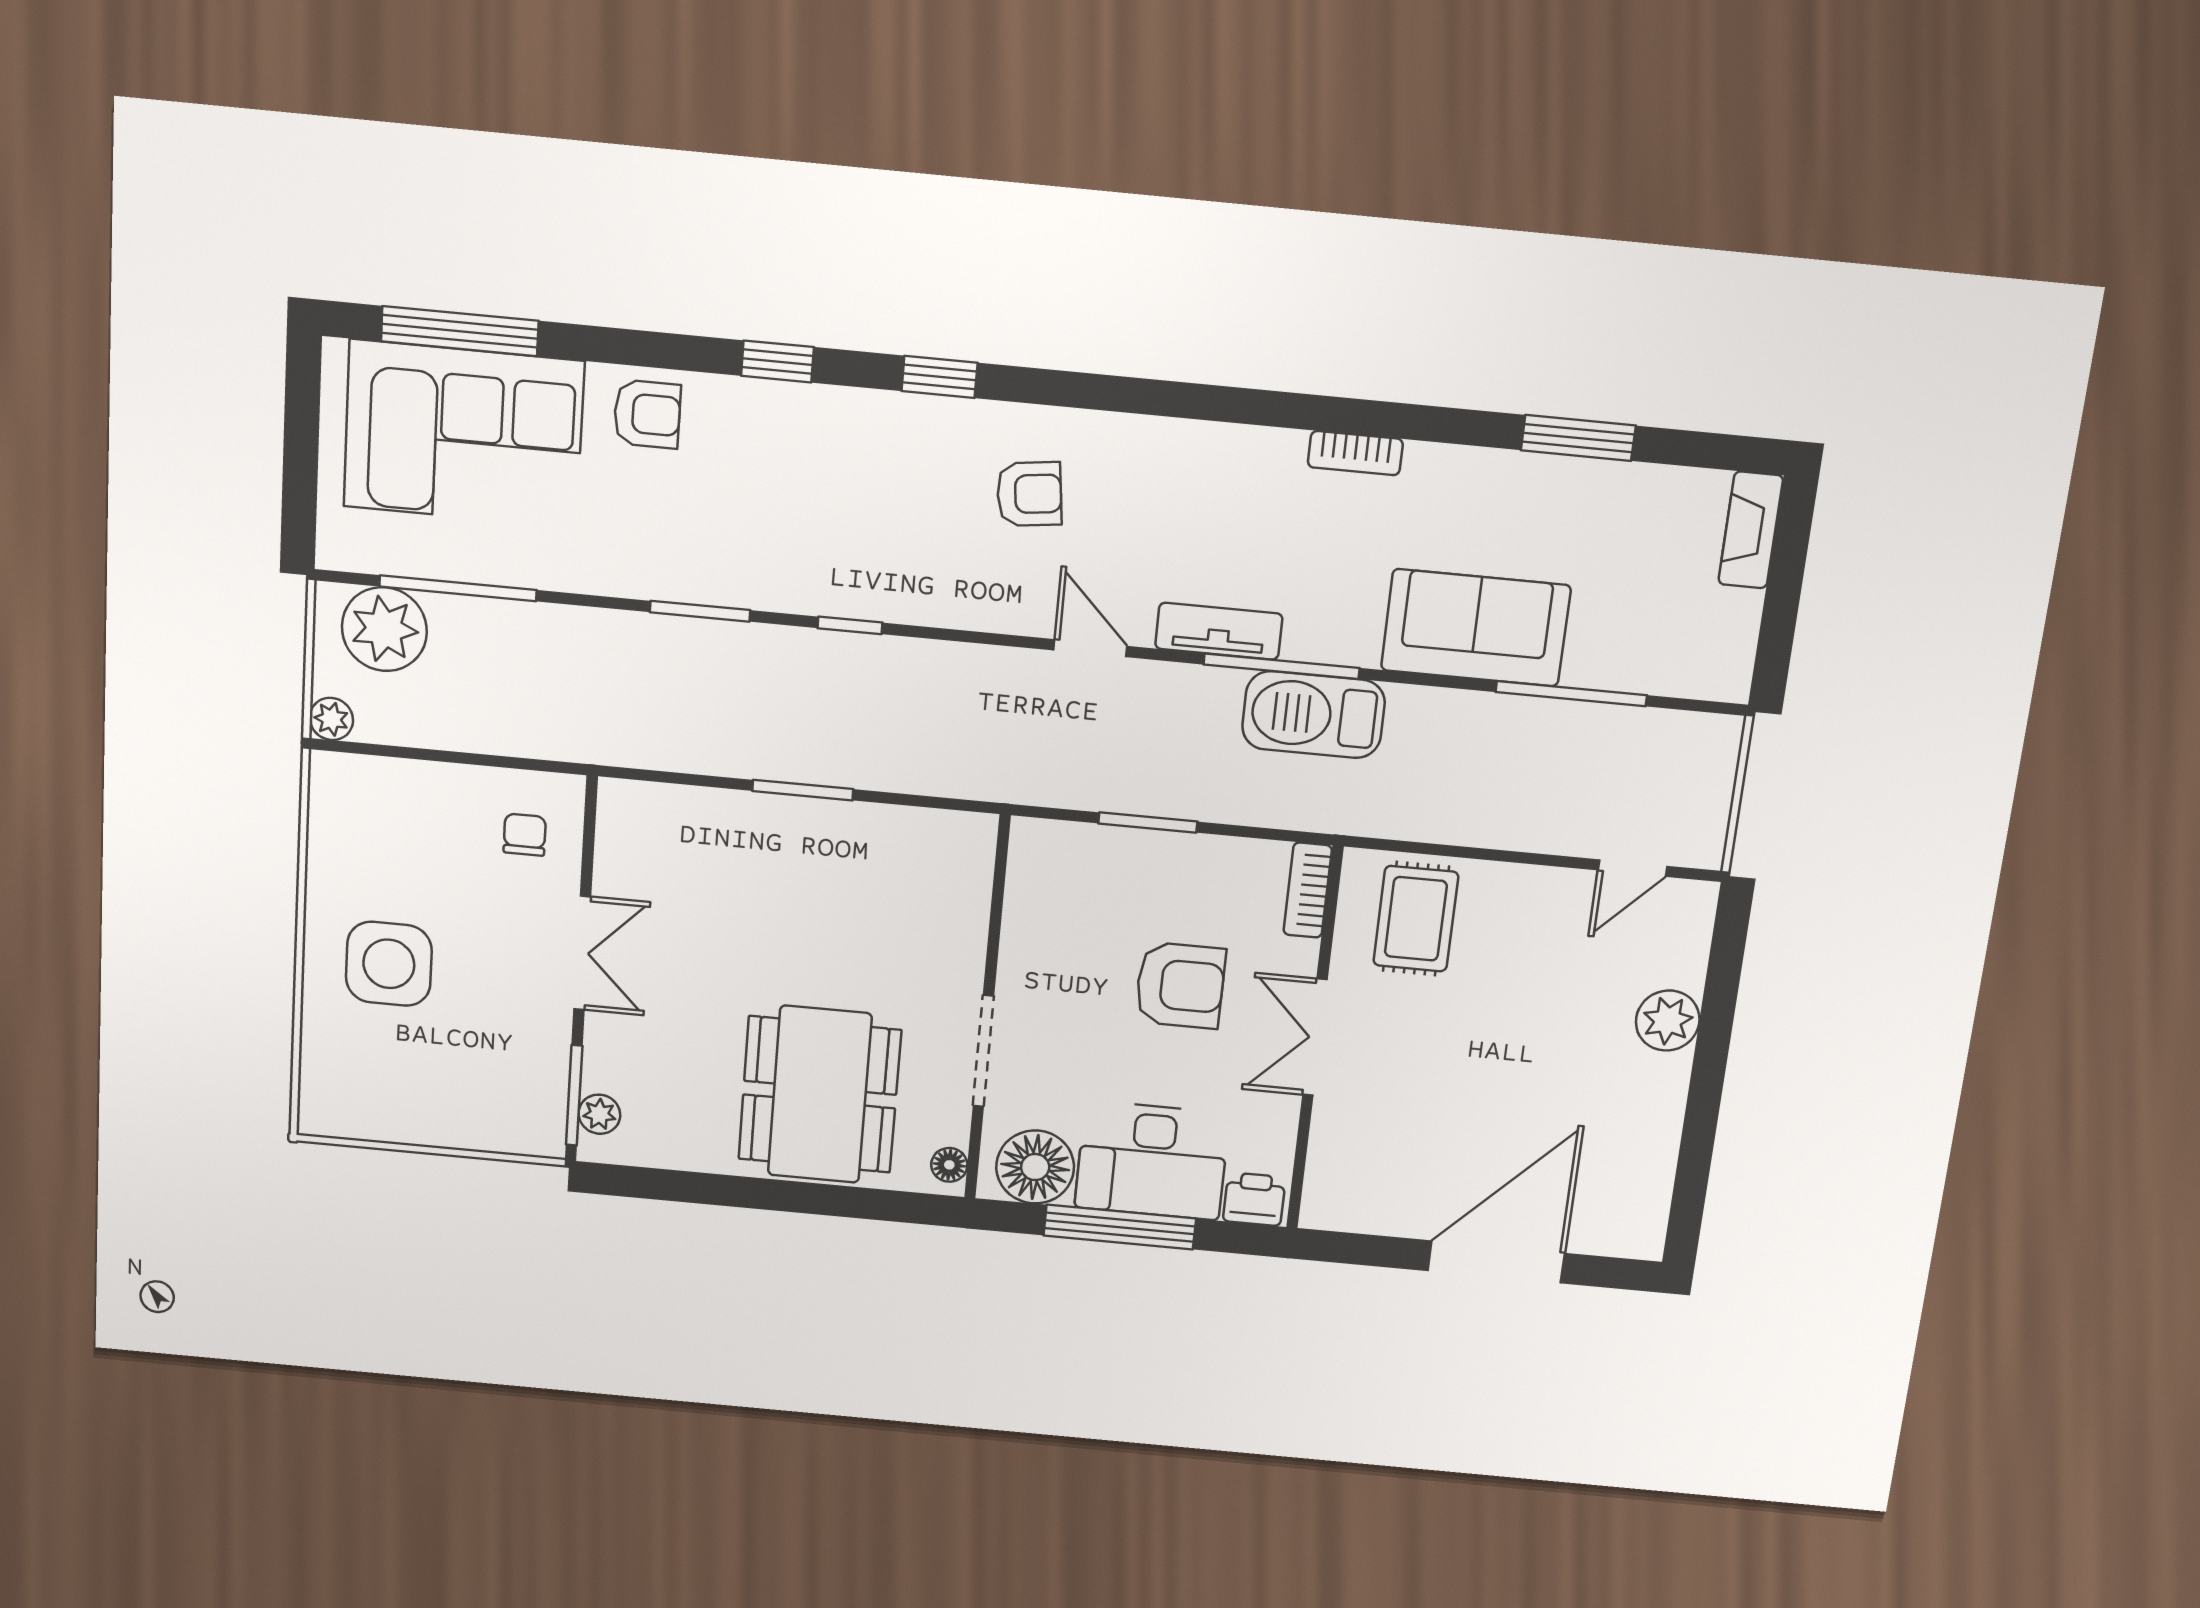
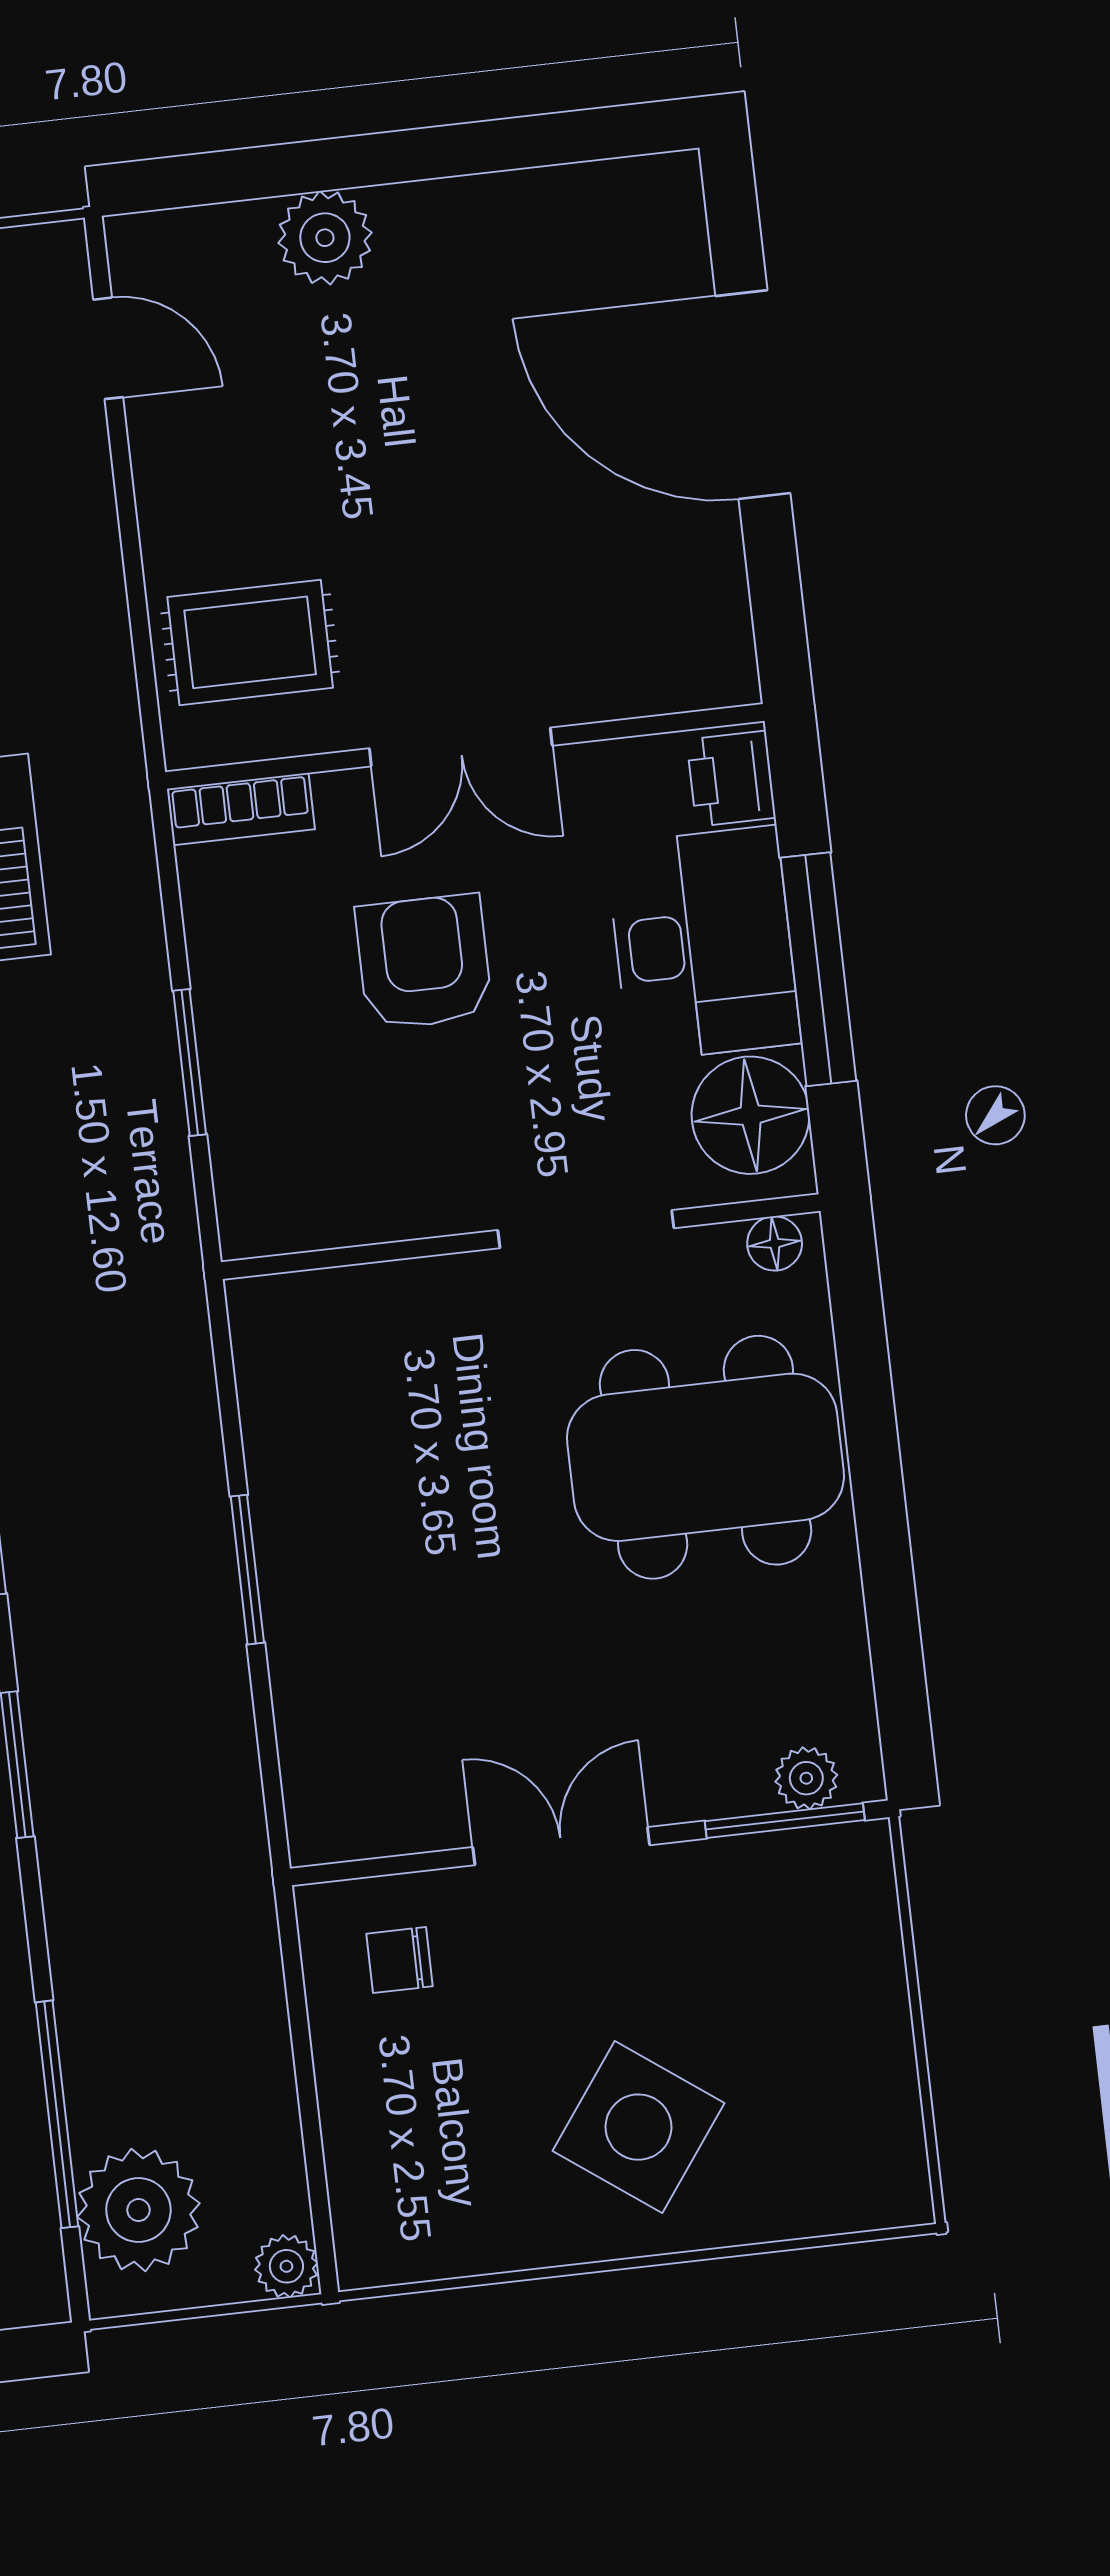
side table: (389, 964) -> (638, 2127), turned 36

